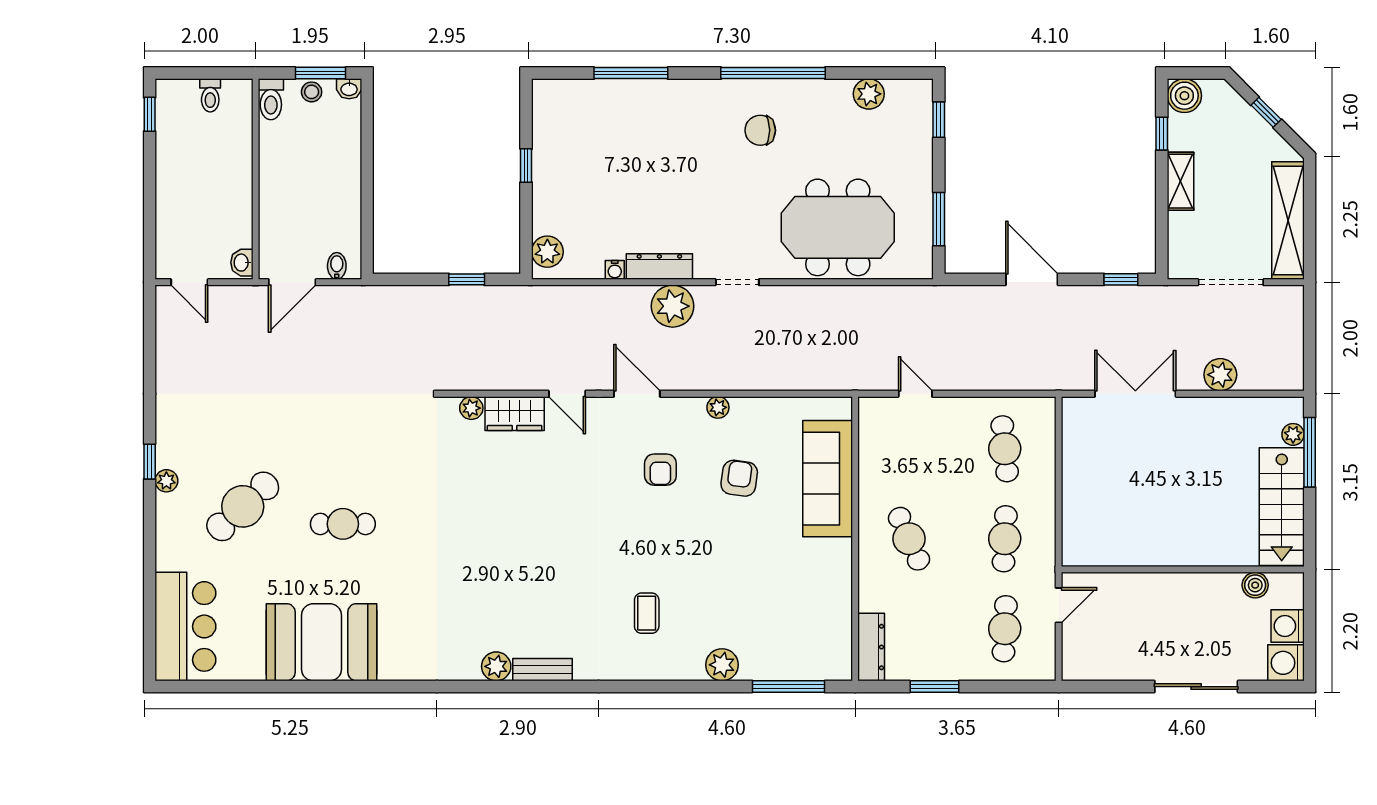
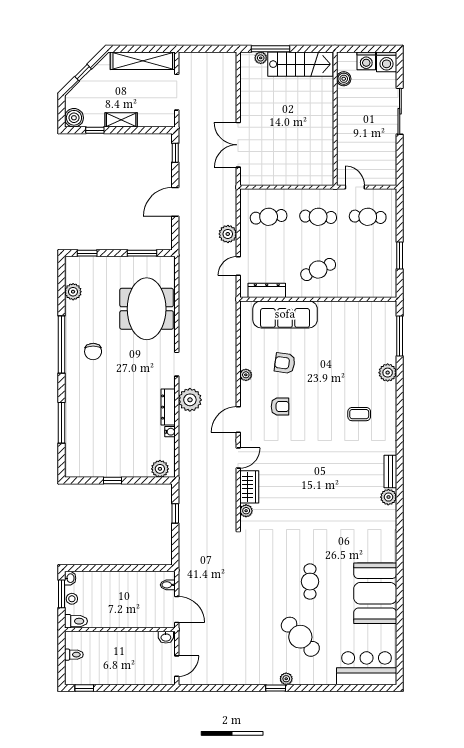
plant: (1220, 375) -> (228, 234), moved
dresser: (871, 647) -> (267, 290), moved

